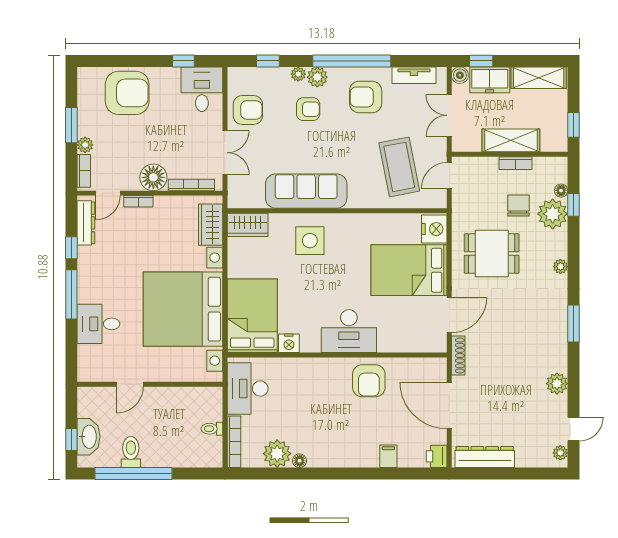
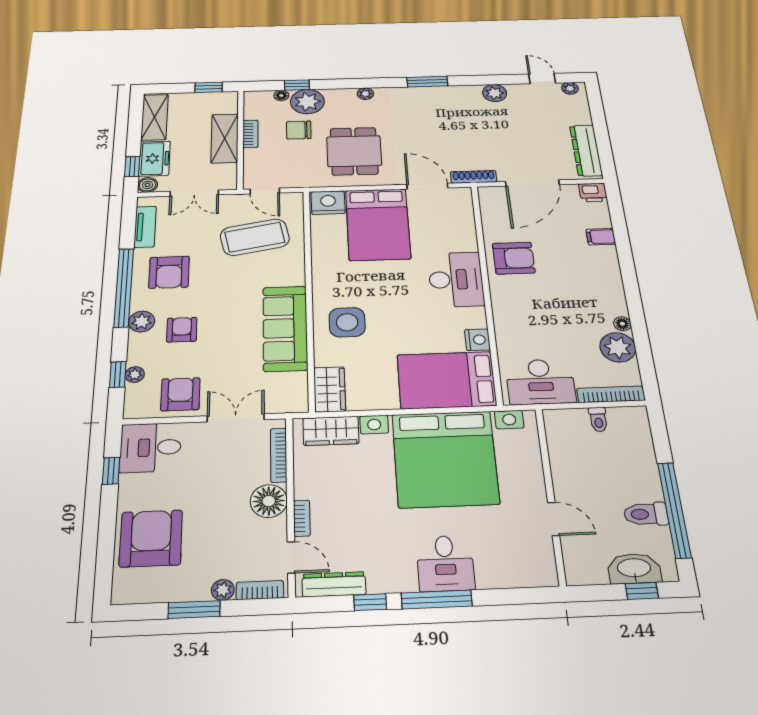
plant: (298, 74) -> (135, 375), moved
desk: (98, 324) -> (445, 563), moved

